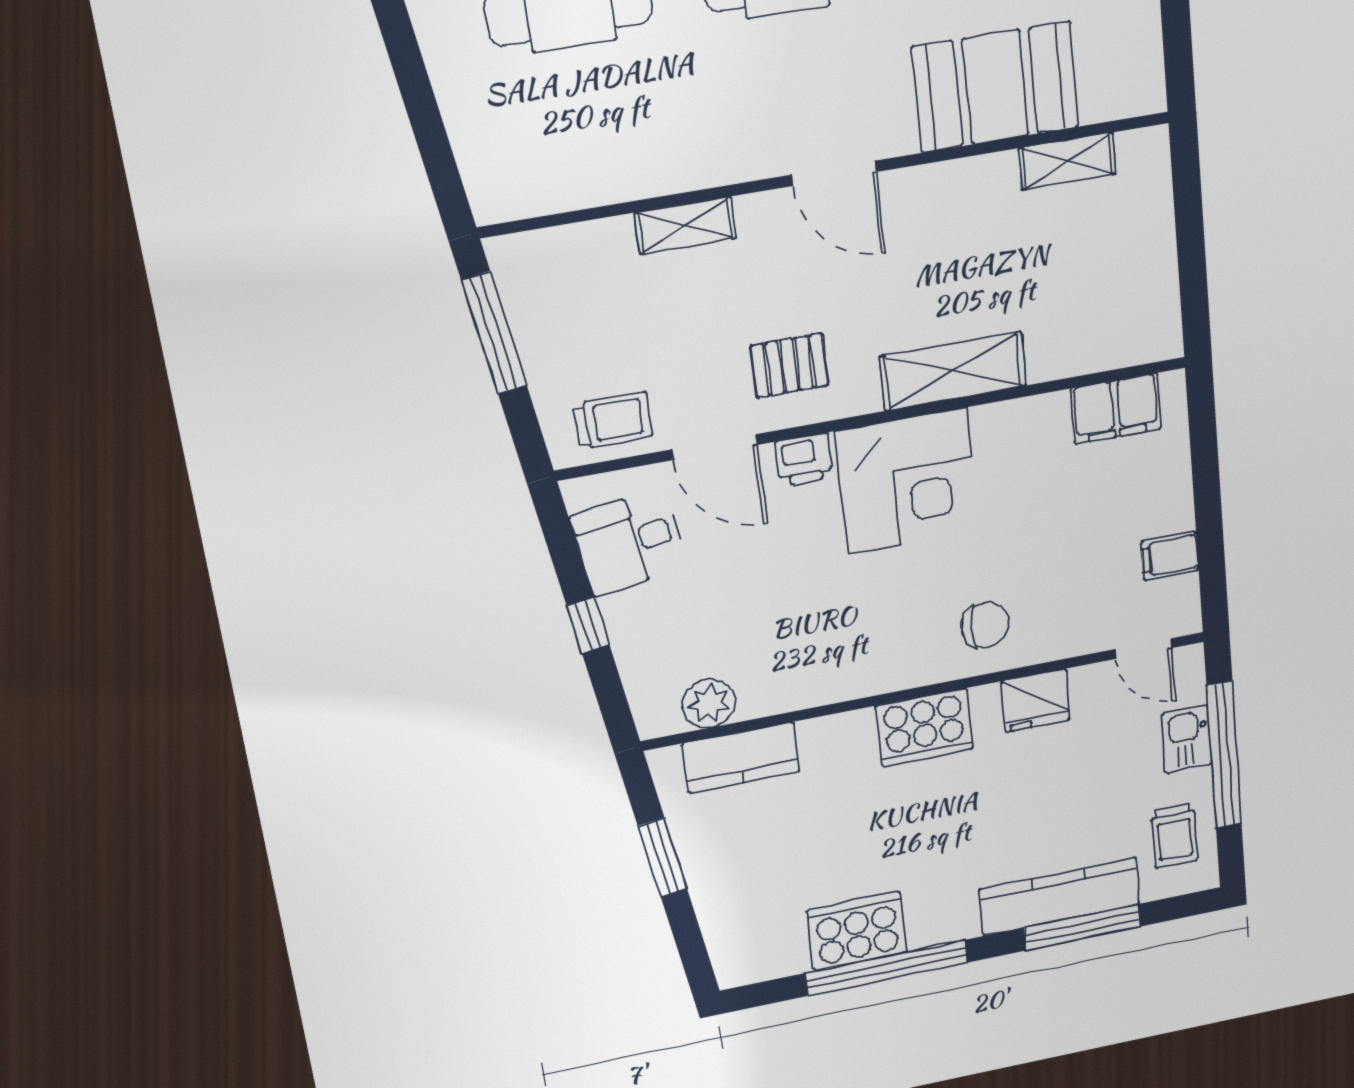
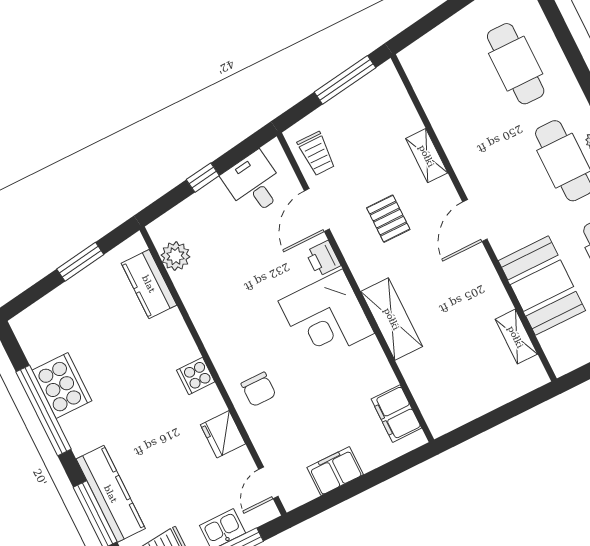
pallet: (789, 366) -> (388, 219), moved
filing cabinet: (1170, 556) -> (335, 471), width x2.00
cooker: (924, 728) -> (196, 376), width x0.53, depth x0.76

